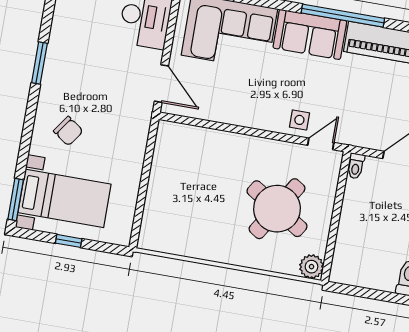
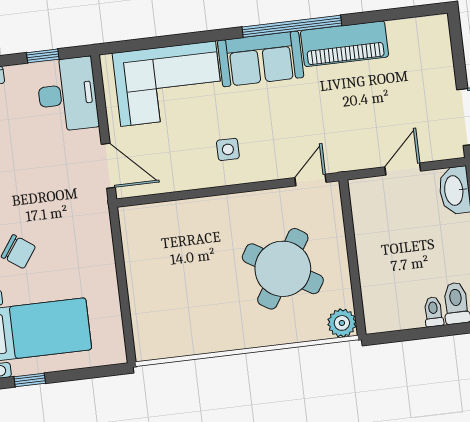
side table: (299, 120) -> (228, 149), moved
toilet: (356, 166) -> (433, 312), moved, turned 180
window: (69, 241) -> (30, 380), moved

